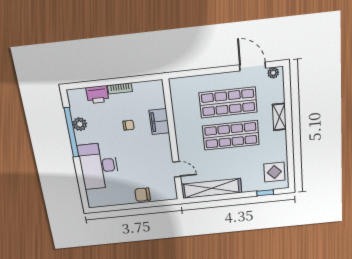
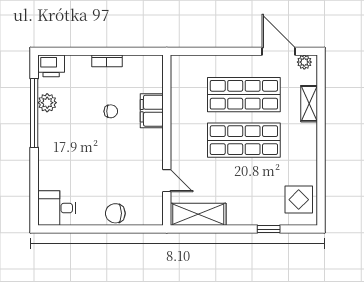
printer: (97, 95) -> (51, 66), moved
shelving: (279, 117) -> (309, 104), moved
desk: (99, 166) -> (57, 208), moved, width x0.53, depth x0.77
shelving: (211, 188) -> (198, 214), width x0.68
window: (265, 193) -> (269, 229), moved

